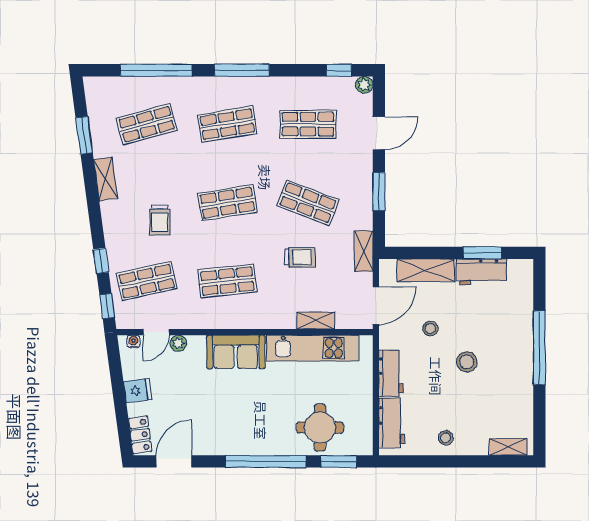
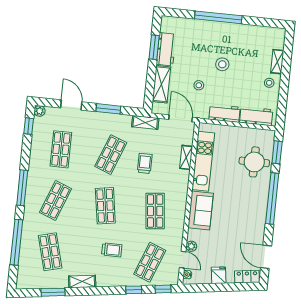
shop shelf: (227, 124) -> (55, 201), turned 30
shop shelf: (147, 281) -> (150, 262), turned 33
shelving: (508, 447) -> (277, 62), moved

